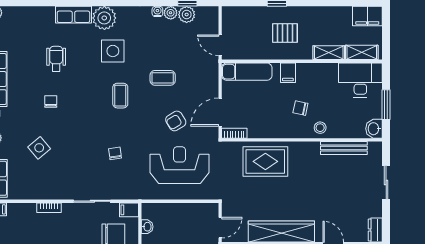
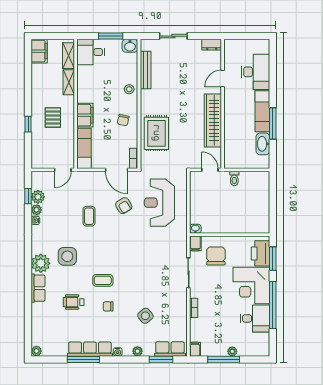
filing cabinet: (288, 73) -> (85, 115), width x2.00
desk: (360, 80) -> (91, 52), width x0.73
coffee table: (120, 96) -> (103, 280), moved
chair: (300, 108) -> (123, 120), moved
chair: (115, 153) -> (150, 255), removed
washbasin: (147, 227) -> (195, 229), moved

